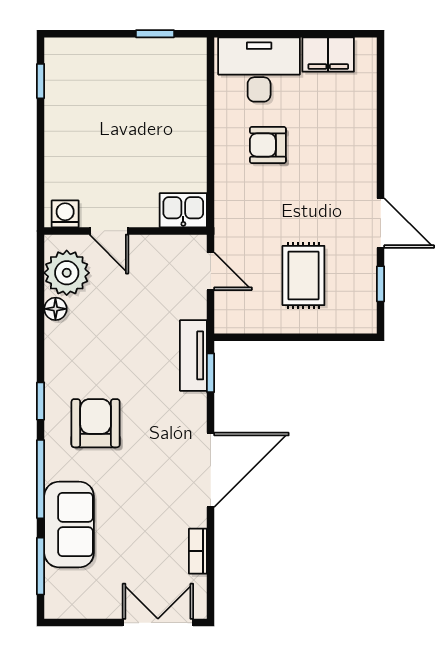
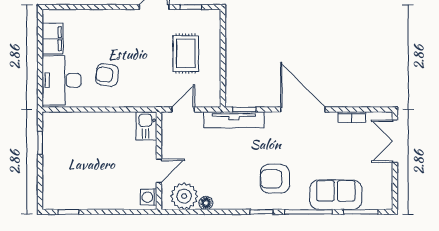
armchair: (268, 145) -> (107, 75), turned 97
rug: (303, 275) -> (186, 54), turned 90
tv unit: (193, 355) -> (234, 120), width x1.41

